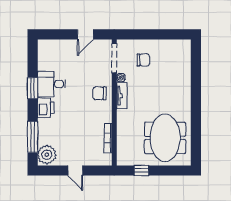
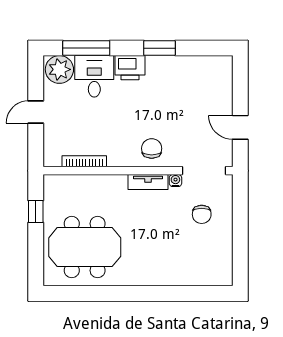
desk: (51, 84) -> (94, 76), moved

